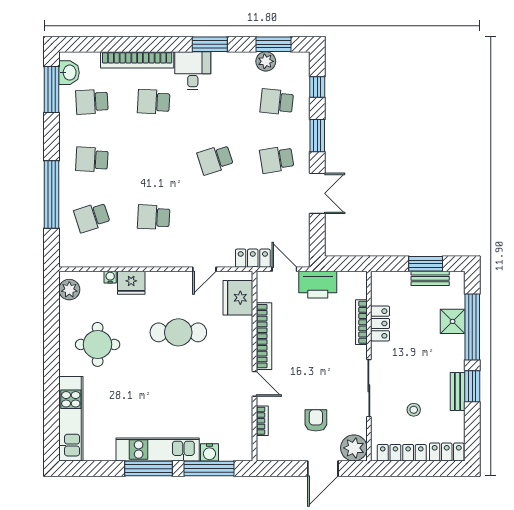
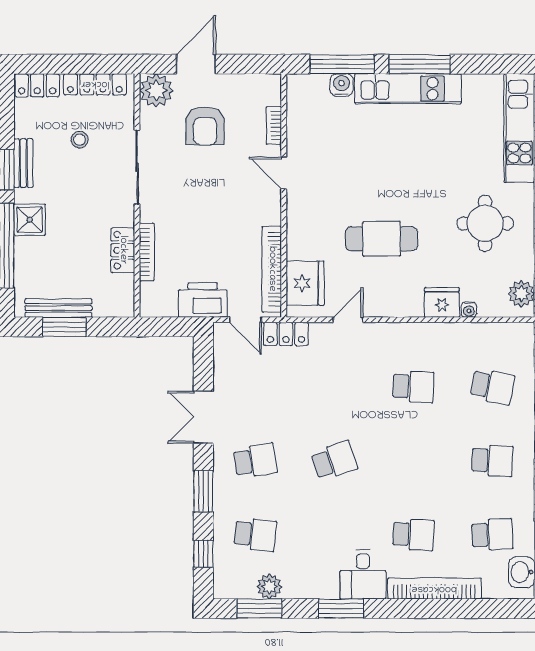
school desk: (92, 217) -> (492, 387), turned 30
bench: (430, 278) -> (58, 308), width x1.36
shower: (453, 321) -> (30, 220), moved
bookcase: (264, 336) -> (272, 269), moved
armchair: (316, 420) -> (205, 126), width x1.38, depth x1.38

